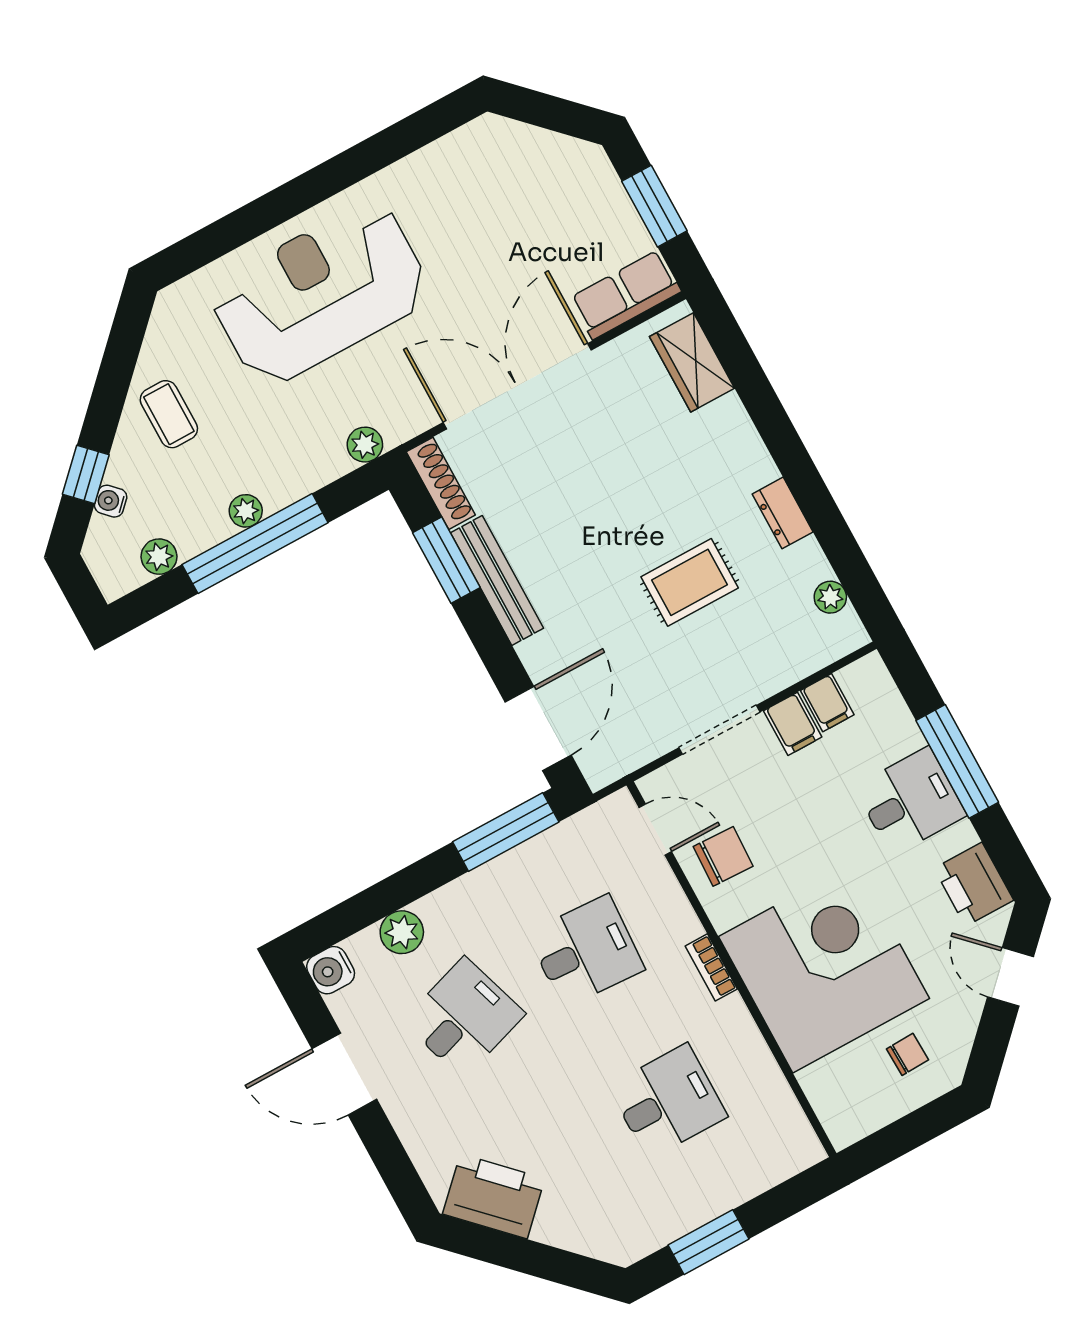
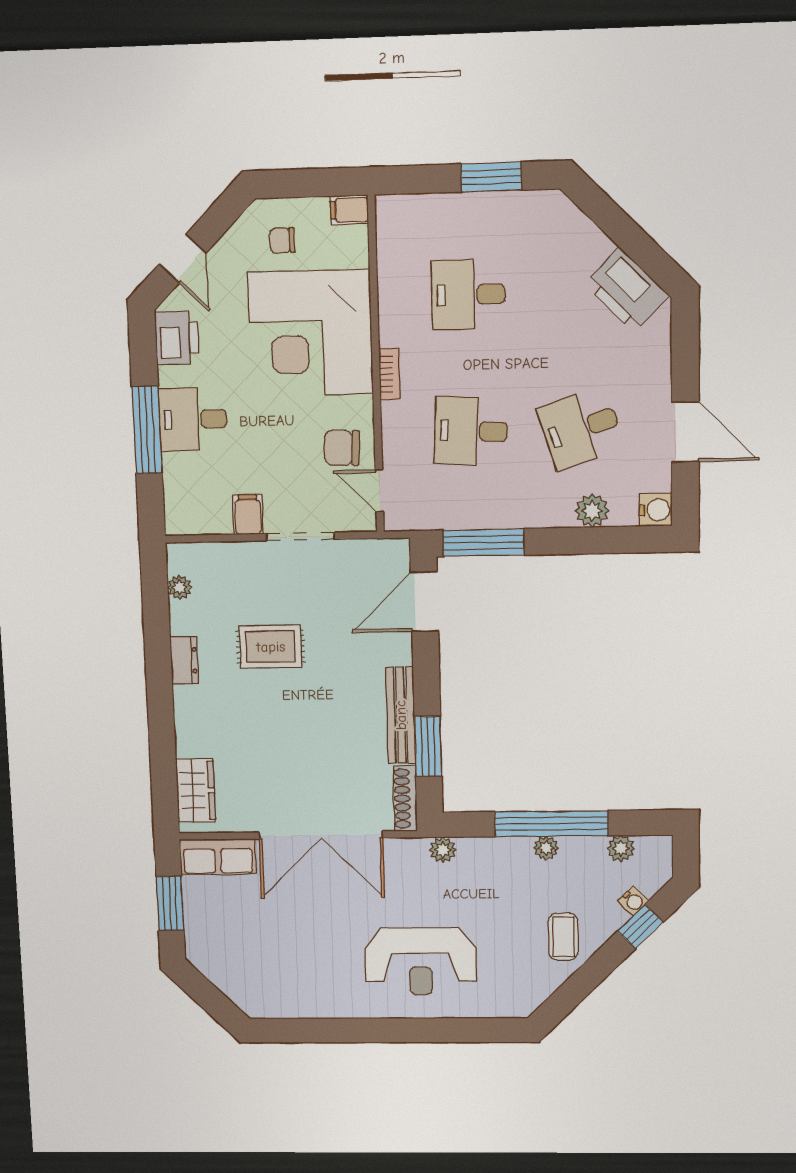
reception desk: (320, 293) -> (421, 961), width x0.74, depth x0.77
filing cabinet: (827, 703) -> (349, 210), moved, turned -90

